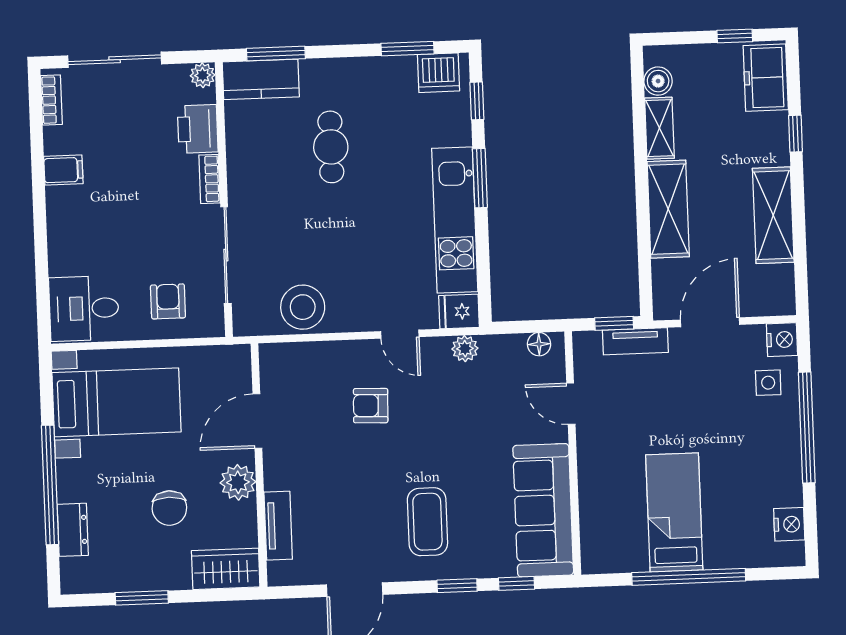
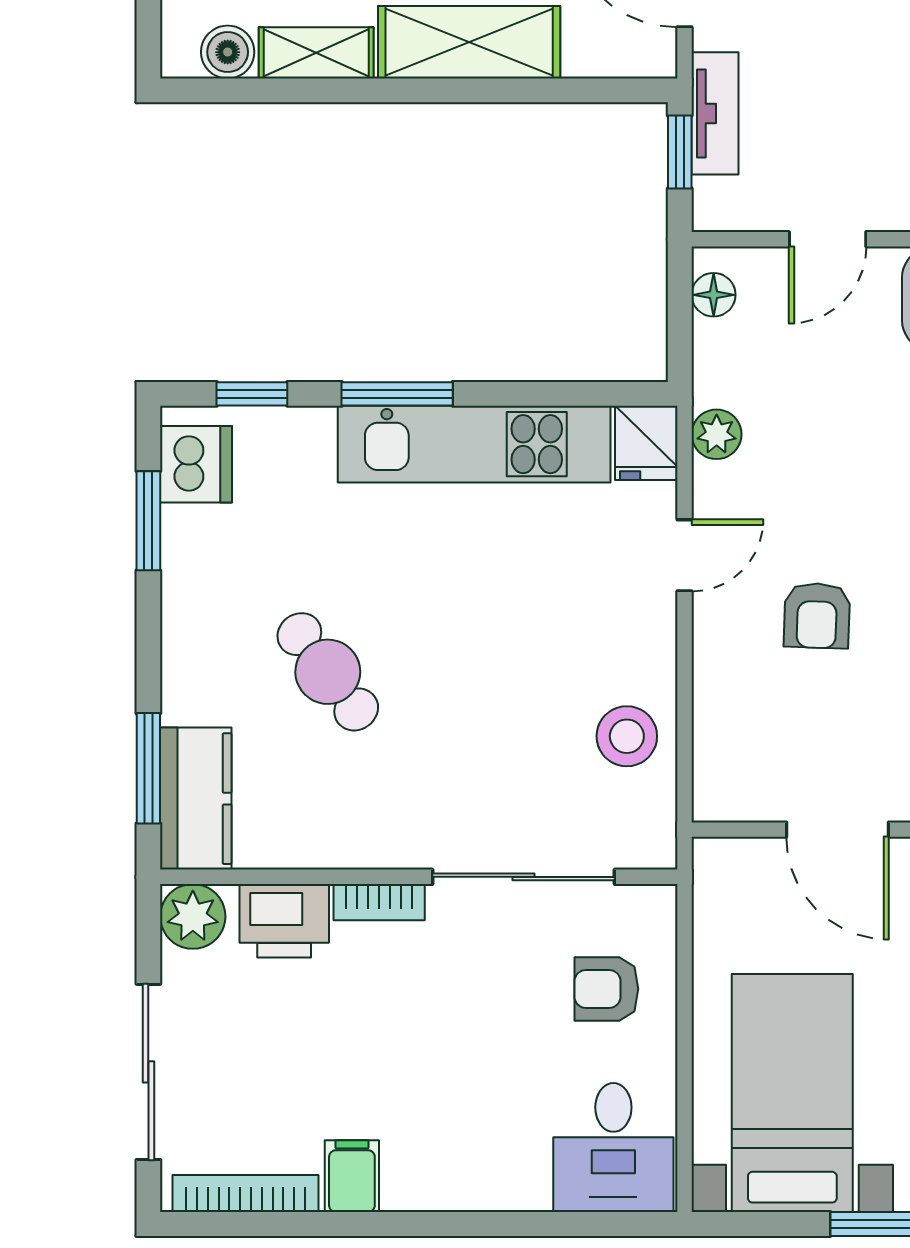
plant: (203, 75) -> (193, 916), width x1.38, depth x1.38
bookcase: (51, 100) -> (246, 1194), width x1.56
cafe table: (331, 147) -> (328, 672), turned 53
stool: (303, 307) -> (627, 736), width x0.73, depth x0.73

